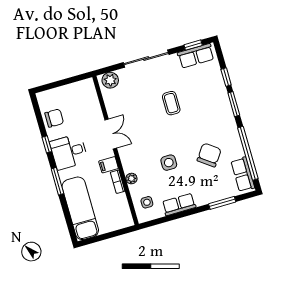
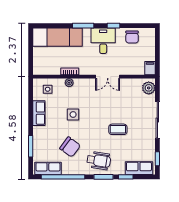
row of seats: (196, 56) -> (139, 168), moved, turned 90
wheelchair: (216, 115) -> (99, 161), added
filing cabinet: (109, 165) -> (150, 68), moved

